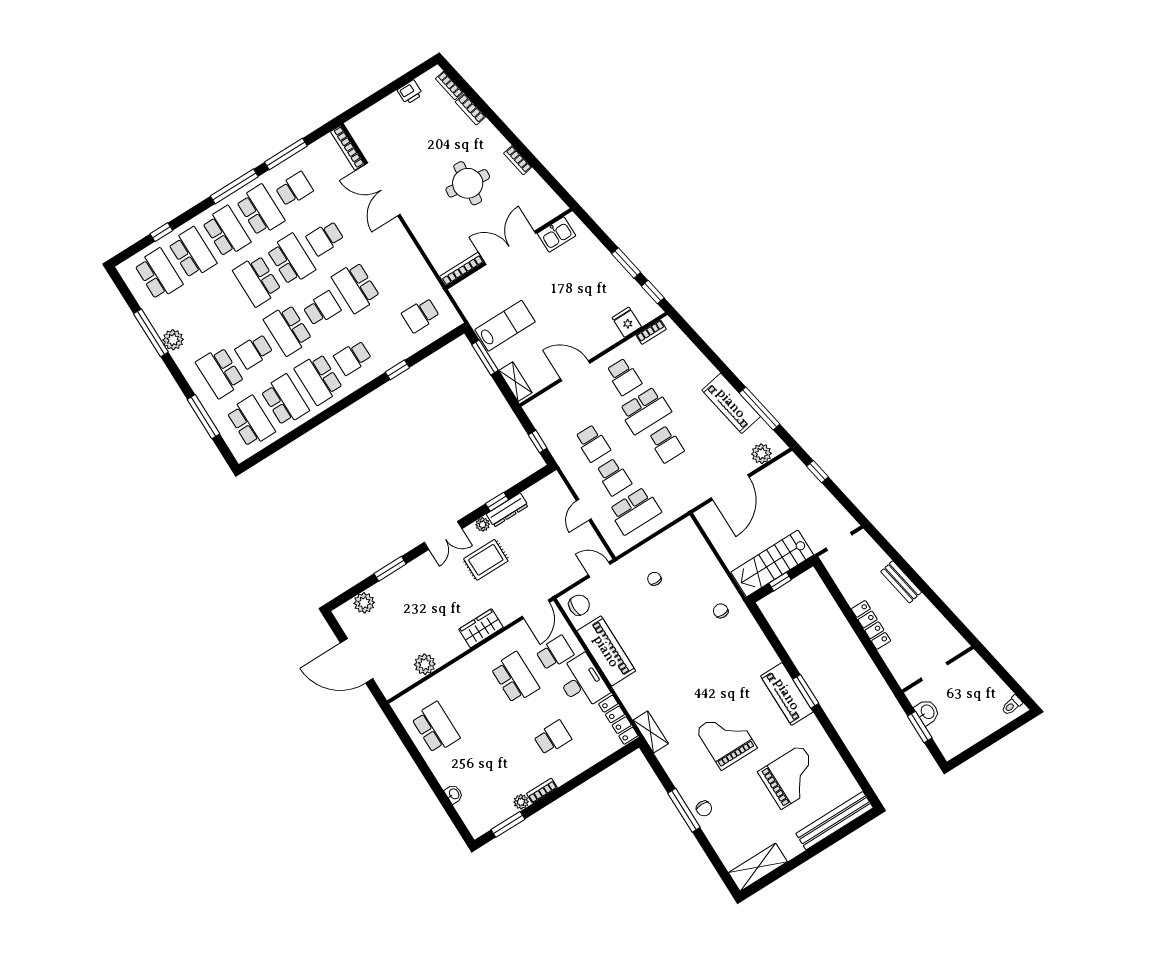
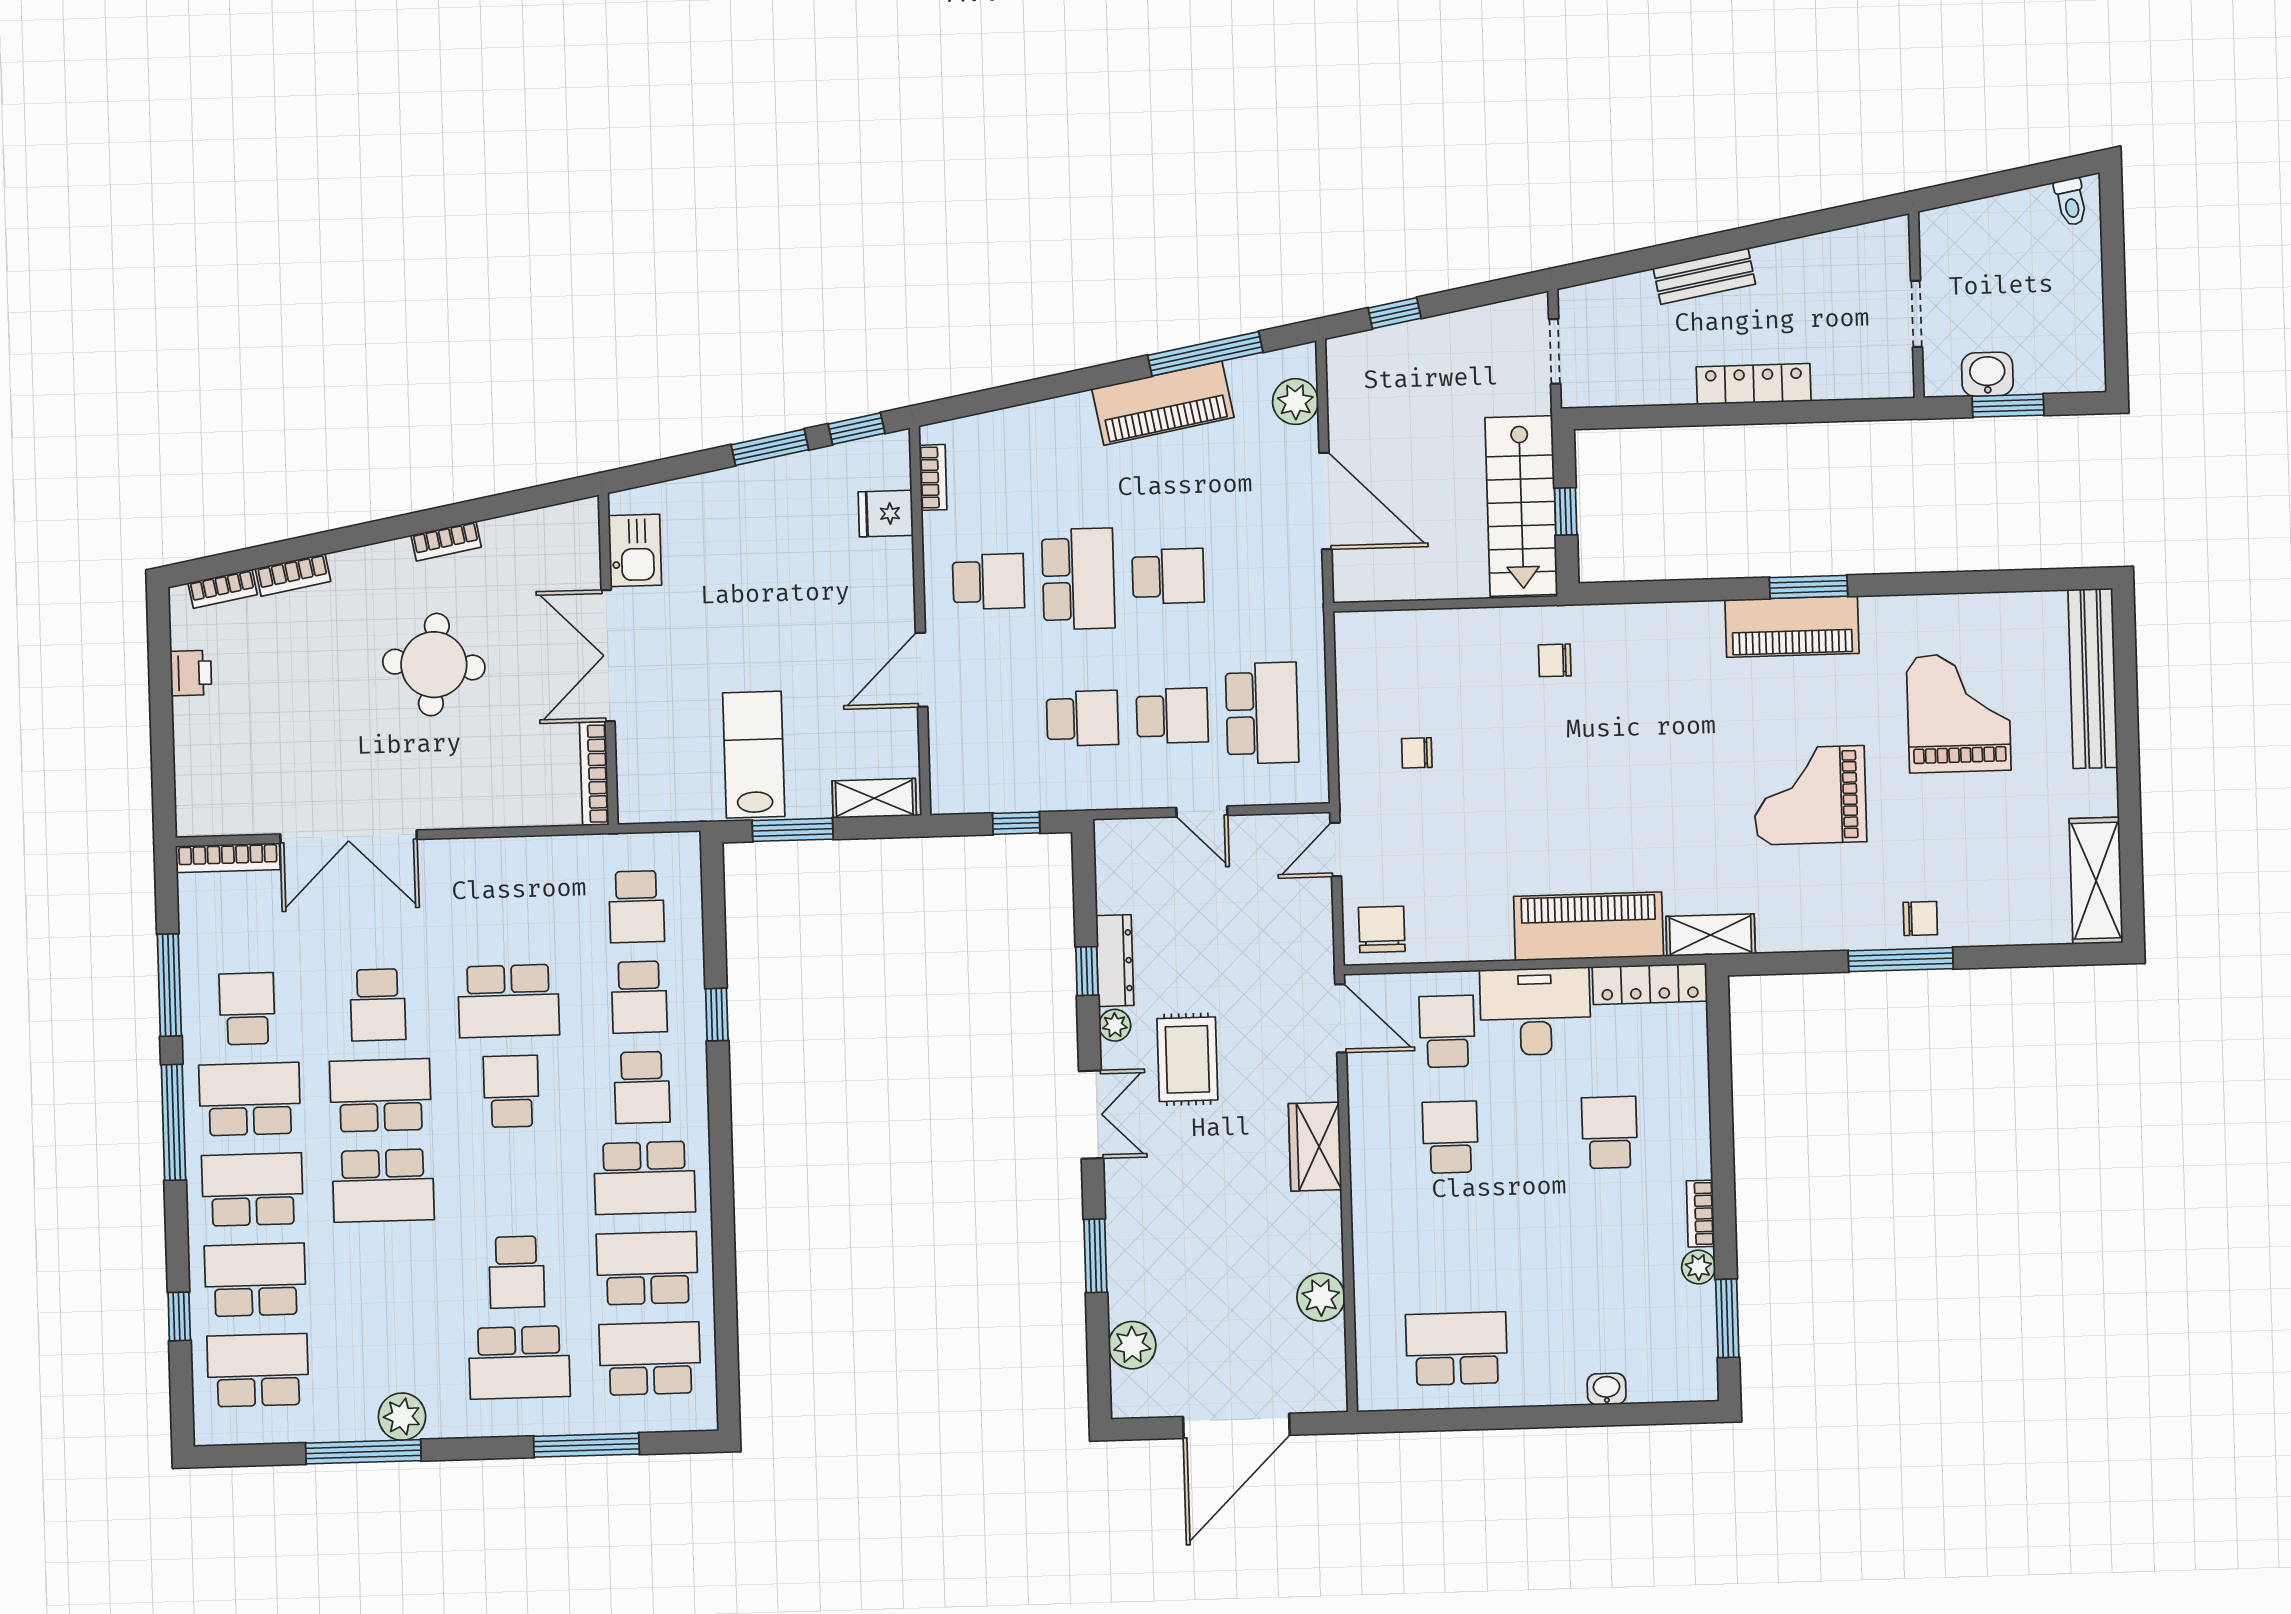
school desk: (288, 330) -> (639, 997), moved, width x0.54
piano: (606, 651) -> (1589, 926), moved
school desk: (515, 678) -> (1450, 1137), width x0.54

